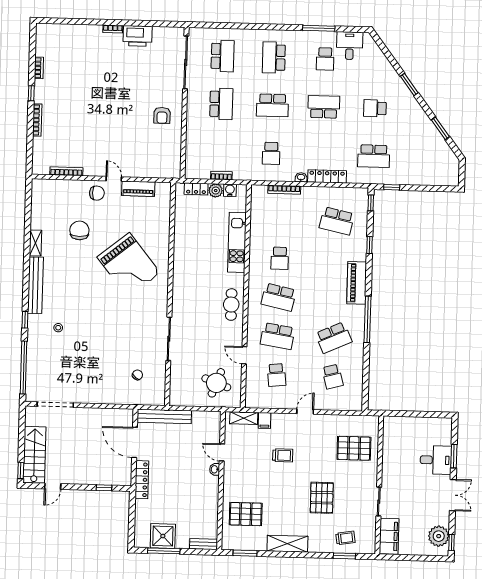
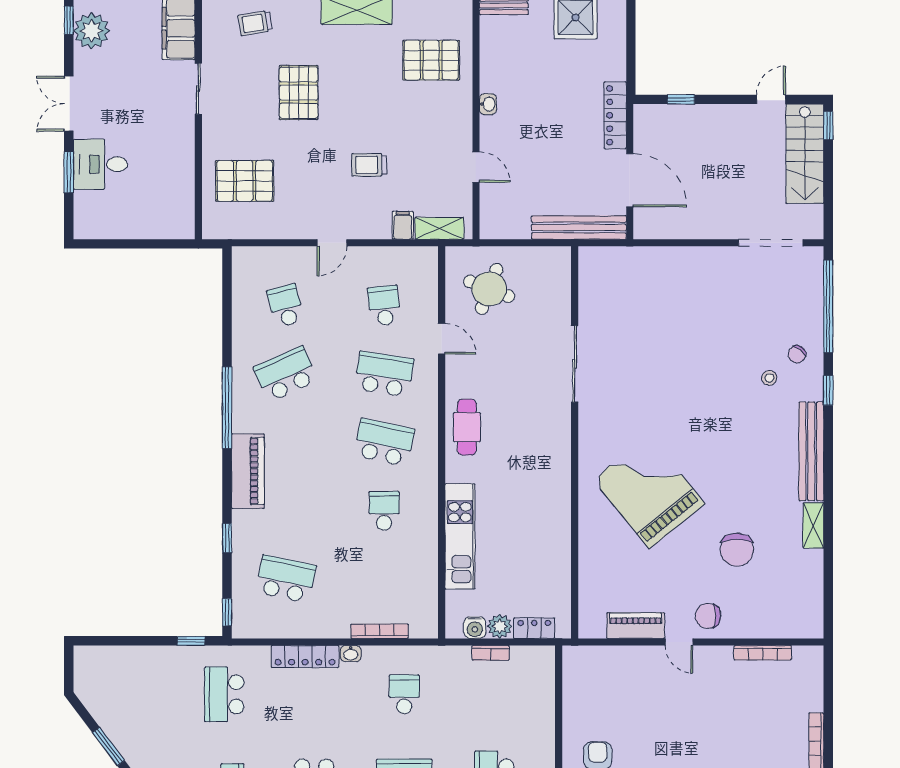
school desk: (374, 156) -> (224, 694), turned -90
chair: (137, 375) -> (797, 354), moved
washbasin: (215, 469) -> (488, 104), moved

